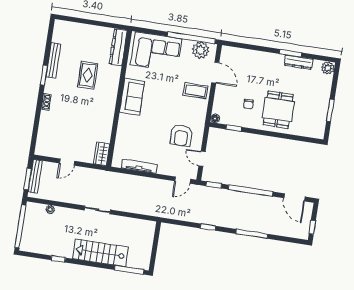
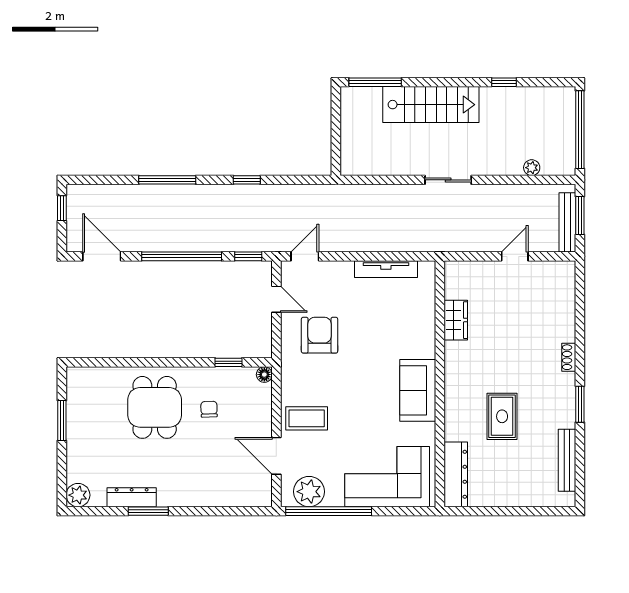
bench: (53, 60) -> (567, 460), moved
wardrobe: (102, 154) -> (456, 320), moved

